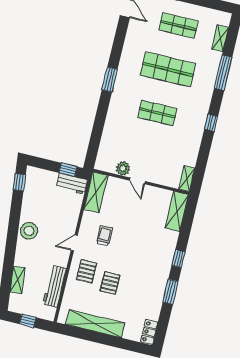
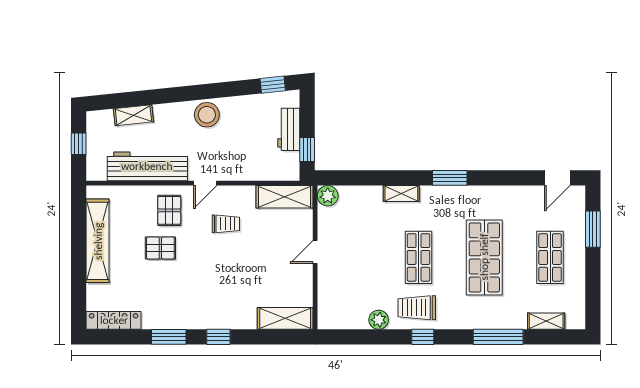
trolley: (191, 122) -> (417, 308), added
plant: (193, 149) -> (379, 320), added
plant: (123, 169) -> (328, 196), moved
shelving: (187, 178) -> (401, 193), moved
workbench: (72, 184) -> (289, 129), moved
door: (74, 243) -> (205, 183), swing flipped
pallet: (86, 271) -> (169, 210), turned 90
workbench: (54, 286) -> (147, 166), width x1.36, depth x1.32
locker: (149, 332) -> (114, 320), width x1.53

